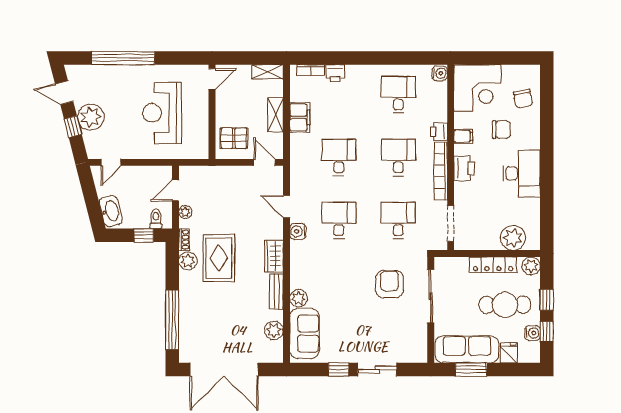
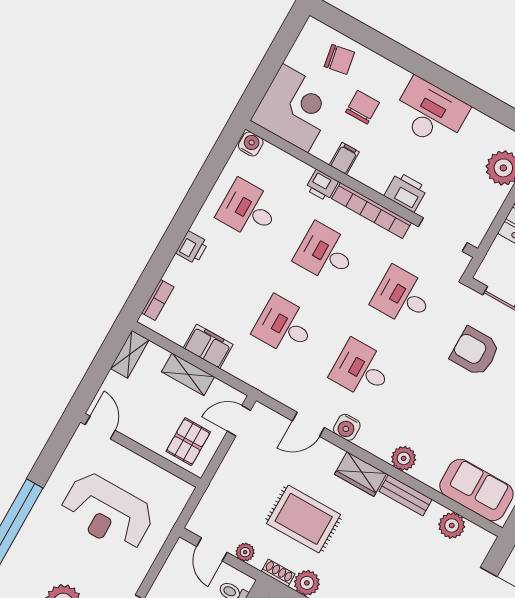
printer: (335, 73) -> (192, 247), moved
printer: (464, 168) -> (406, 192), moved
rug: (219, 258) -> (304, 519), moved
plant: (299, 298) -> (404, 458), moved

